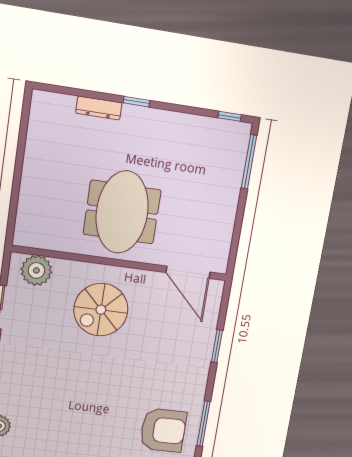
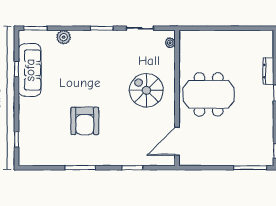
plant: (36, 270) -> (170, 43), width x0.53, depth x0.53
armchair: (163, 430) -> (85, 121), moved

